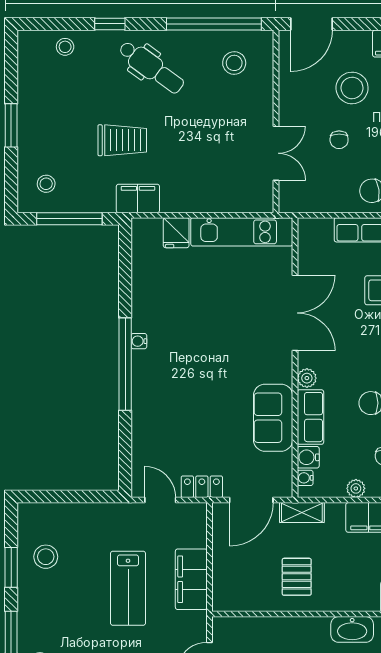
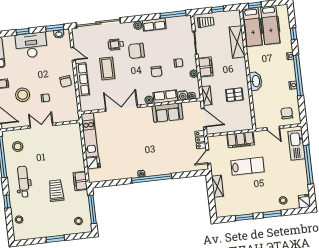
dental chair: (151, 67) -> (23, 182), turned -36
double door: (276, 153) -> (42, 126), moved
shelving: (90, 514) -> (217, 186), added
stool: (46, 557) -> (238, 203), removed
washbasin: (352, 629) -> (256, 81), moved

